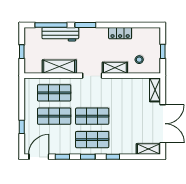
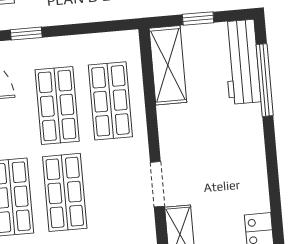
window: (85, 25) -> (271, 159), removed
workbench: (60, 34) -> (242, 62), moved
shelving: (59, 67) -> (168, 65), moved

